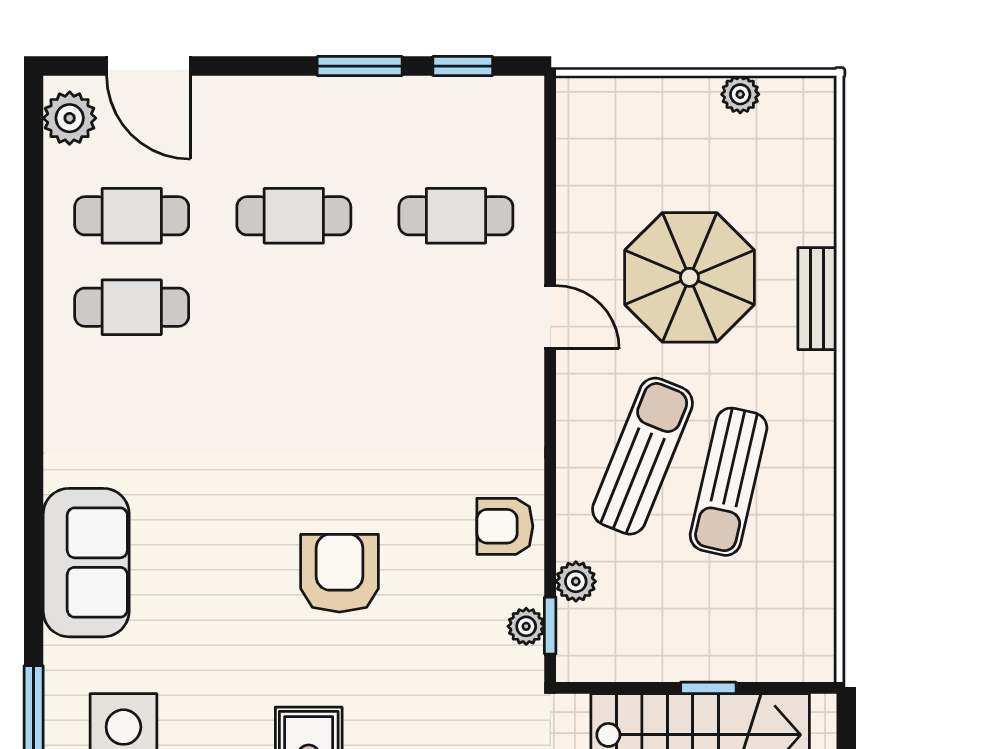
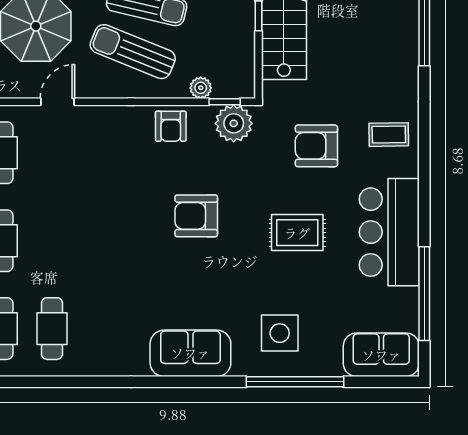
plant: (526, 626) -> (234, 123), width x1.88, depth x1.88

